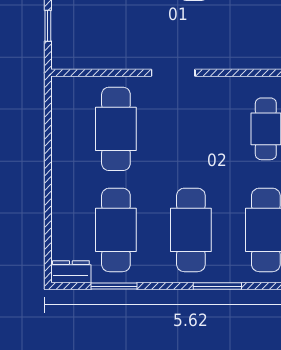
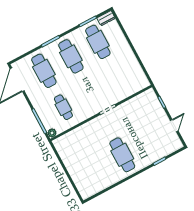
cafe table: (116, 129) -> (117, 78), removed

